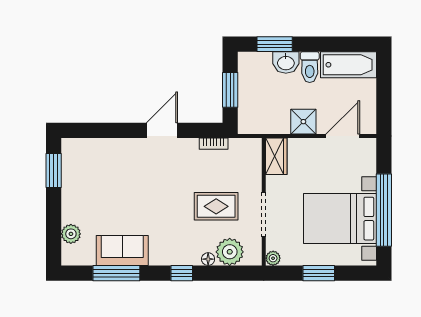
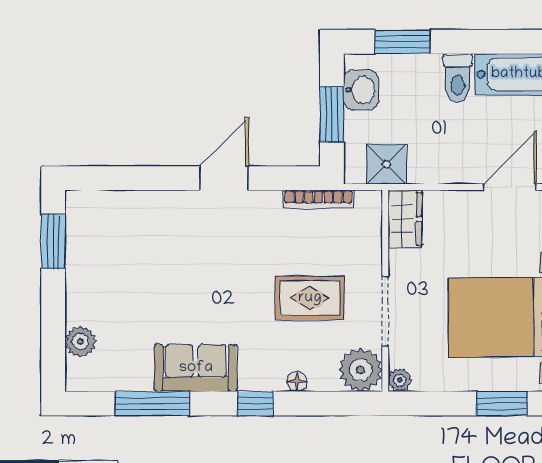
washbasin: (286, 62) -> (361, 90), moved, turned -90
shower: (303, 122) -> (386, 164), moved
bookcase: (214, 144) -> (318, 199), width x1.56
sofa: (122, 250) -> (196, 368), moved
plant: (230, 252) -> (361, 370), moved
window: (319, 273) -> (502, 403), moved

